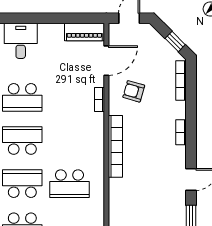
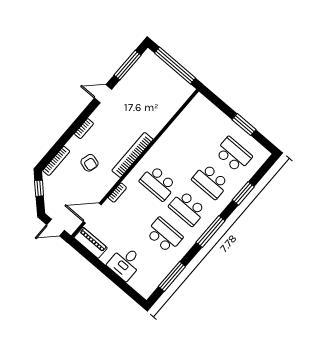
desk: (21, 41) -> (125, 263), moved
armchair: (134, 91) -> (89, 163), moved
school desk: (69, 184) -> (158, 183), moved, turned 180

